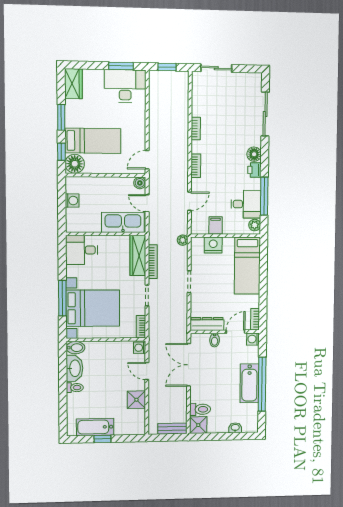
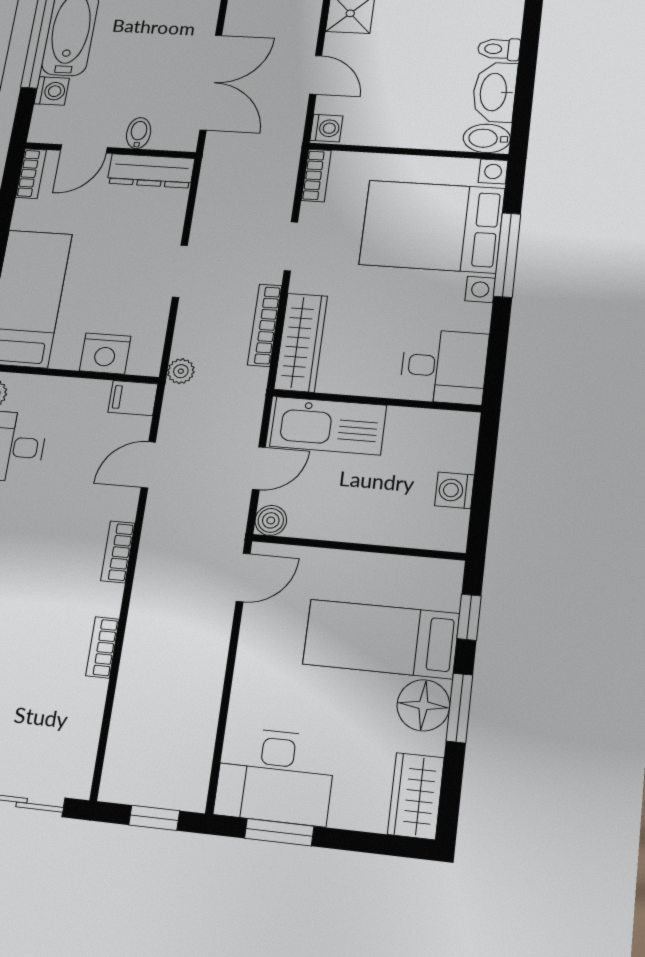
floor lamp: (75, 164) -> (423, 705), moved
door: (147, 203) -> (259, 468), hinge flipped
filing cabinet: (216, 225) -> (133, 398), moved, turned 90
washing machine: (253, 339) -> (52, 91), moved

